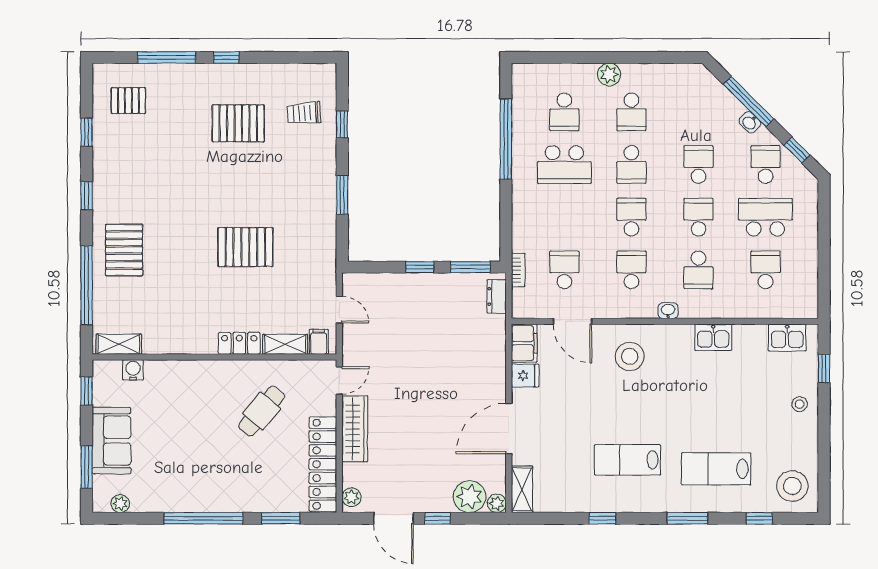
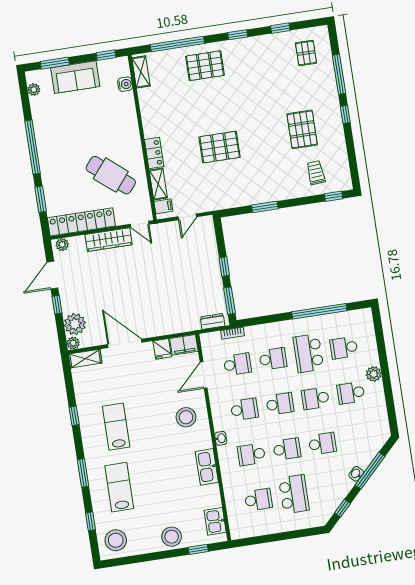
window: (342, 124) -> (334, 196), moved
school desk: (766, 165) -> (273, 359), moved
pallet: (245, 247) -> (220, 147), turned 90
kitchen sink: (713, 337) -> (207, 467), width x1.38
stool: (800, 404) -> (172, 537), width x1.89, depth x1.89
cafe table: (262, 411) -> (111, 175), width x1.37, depth x1.35

